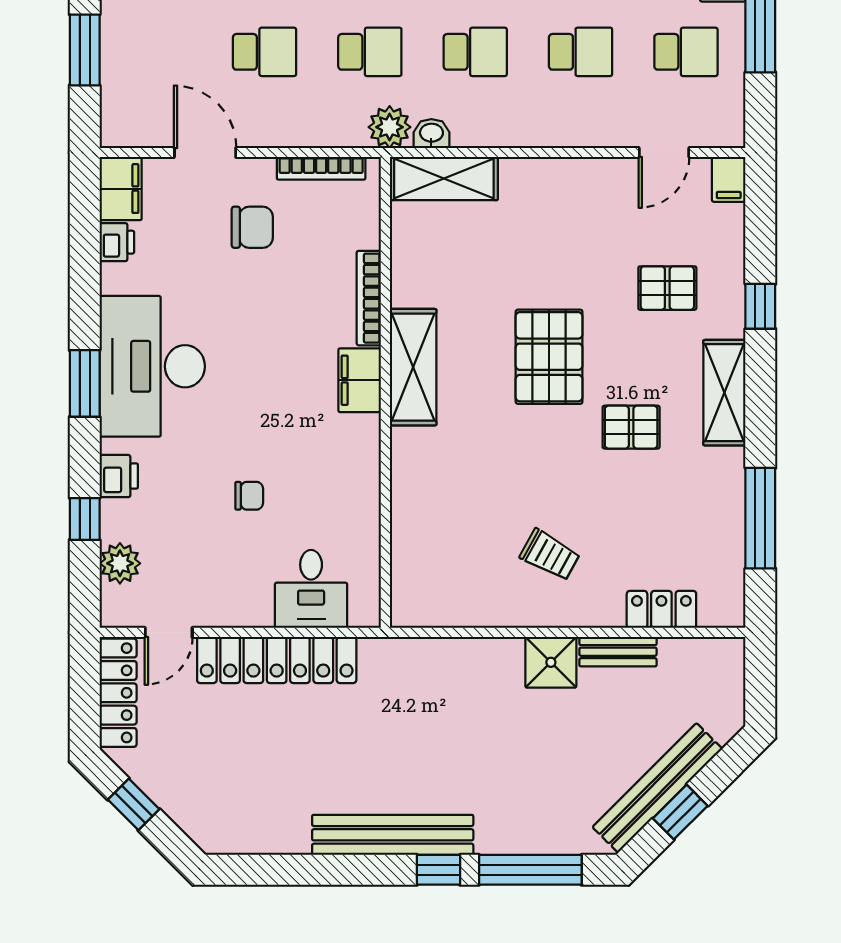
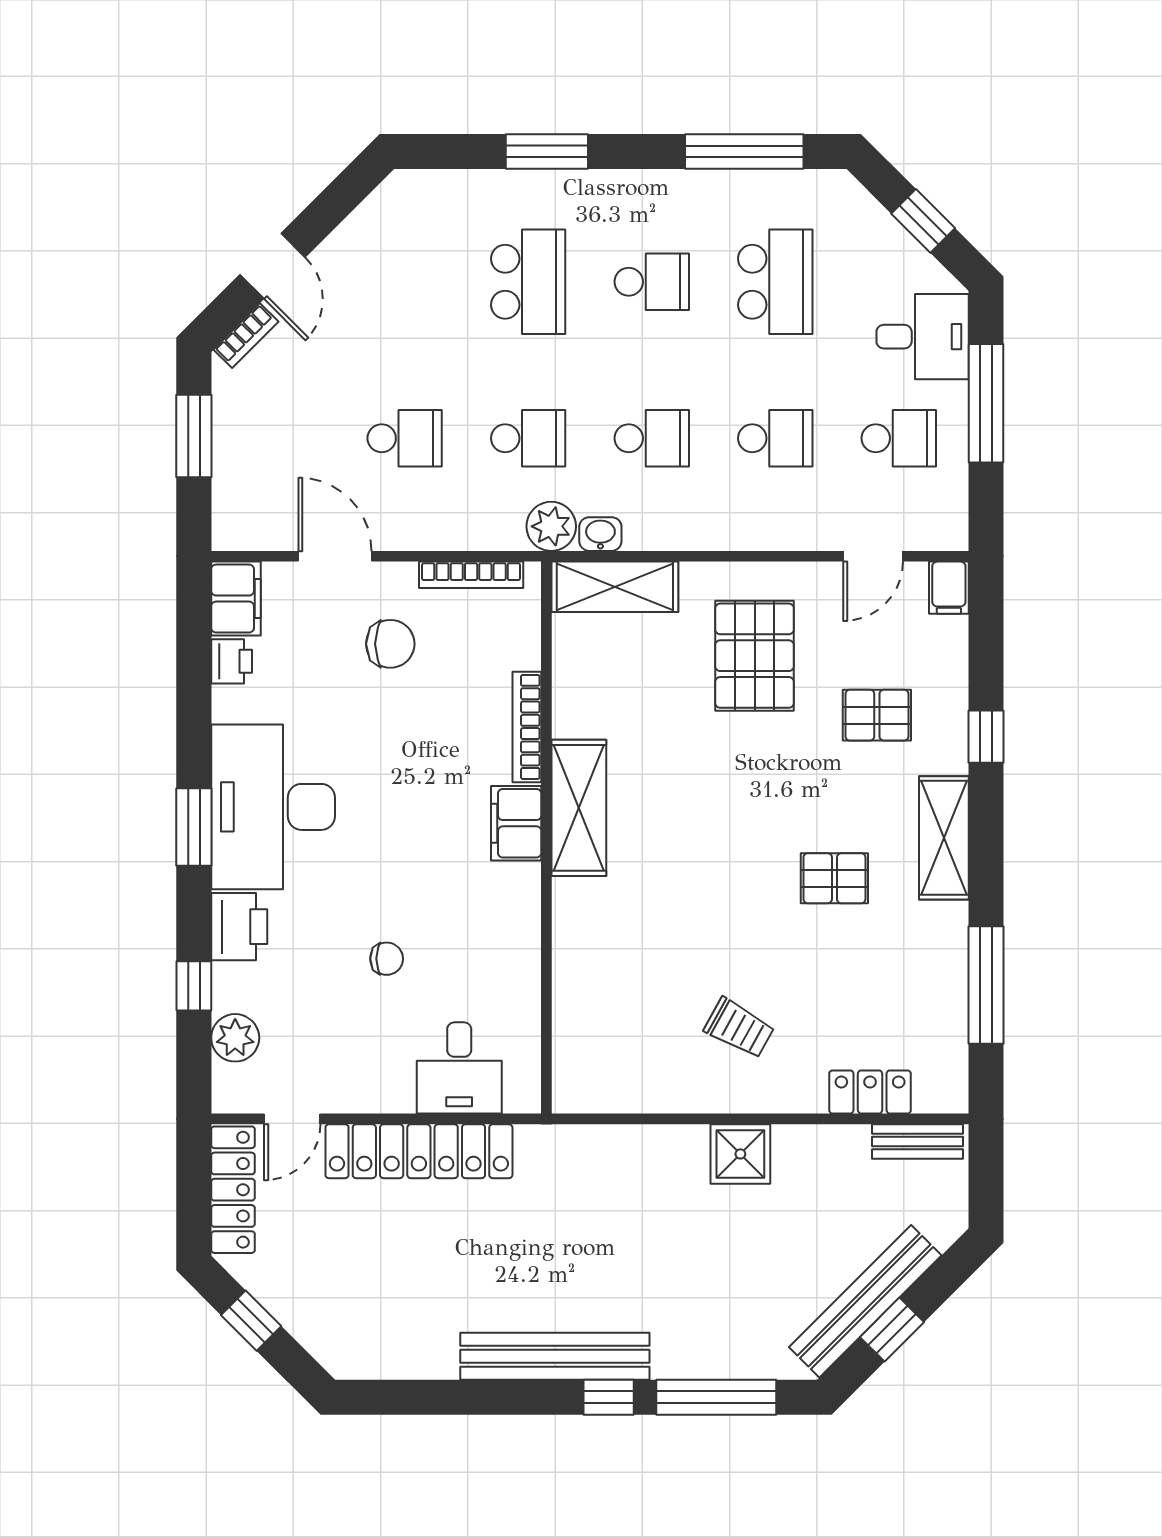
pallet: (549, 357) -> (755, 656), moved
printer: (119, 476) -> (239, 927), width x1.36, depth x1.24
bench: (618, 652) -> (917, 1142), moved

